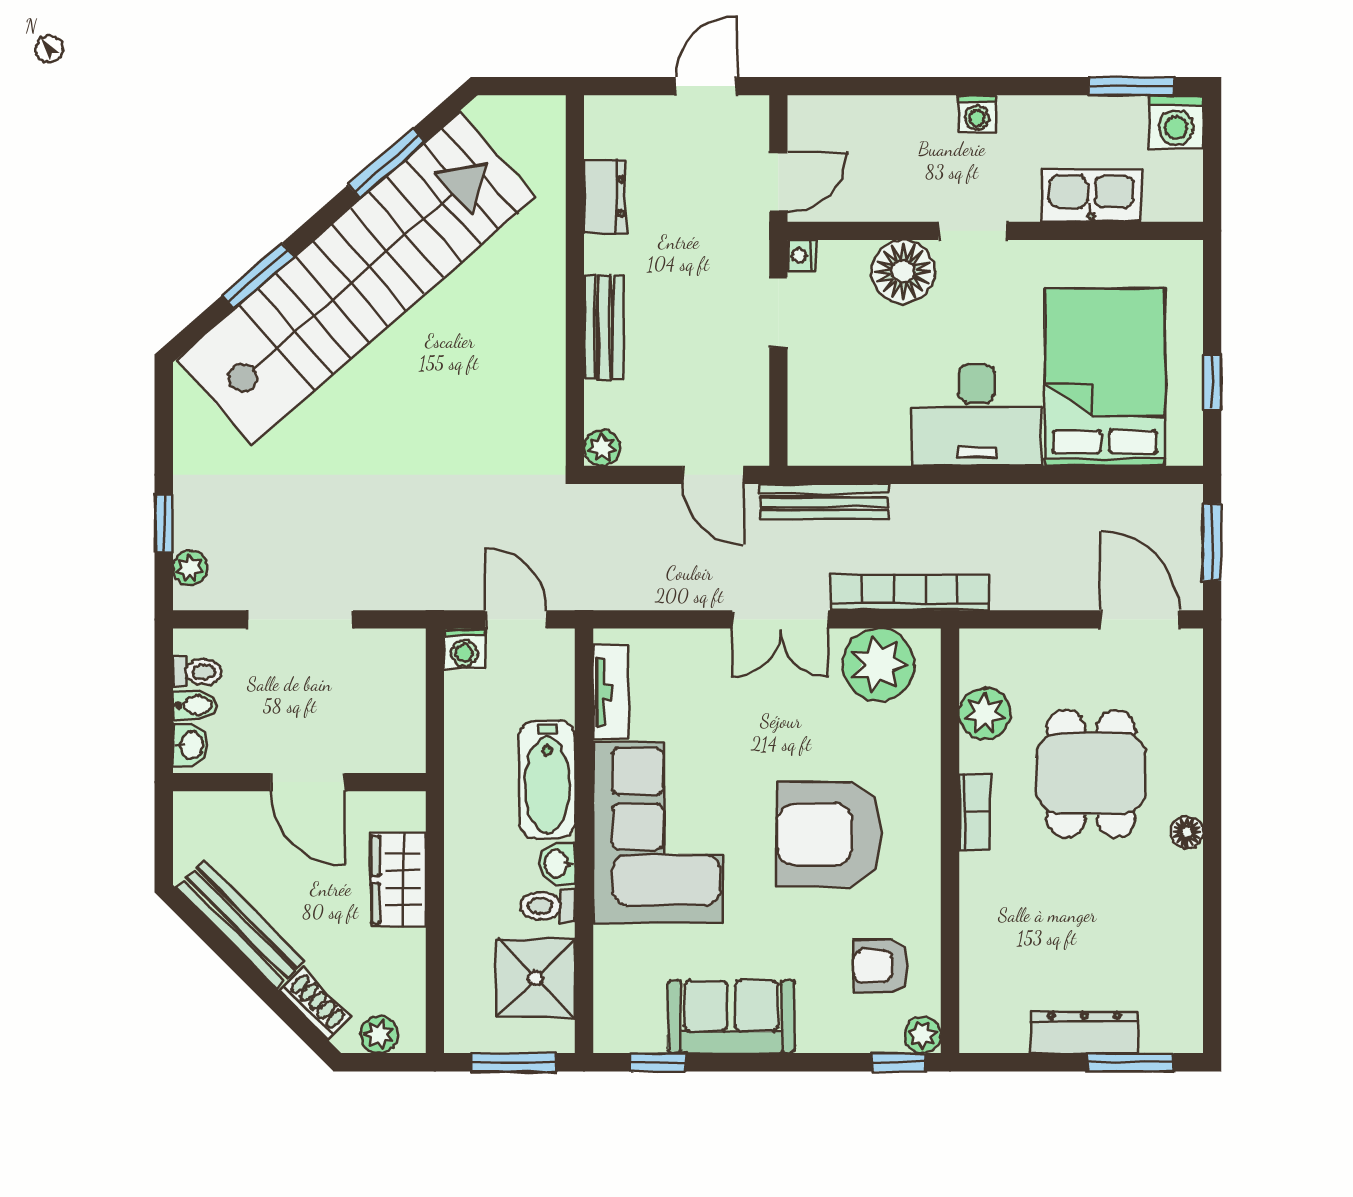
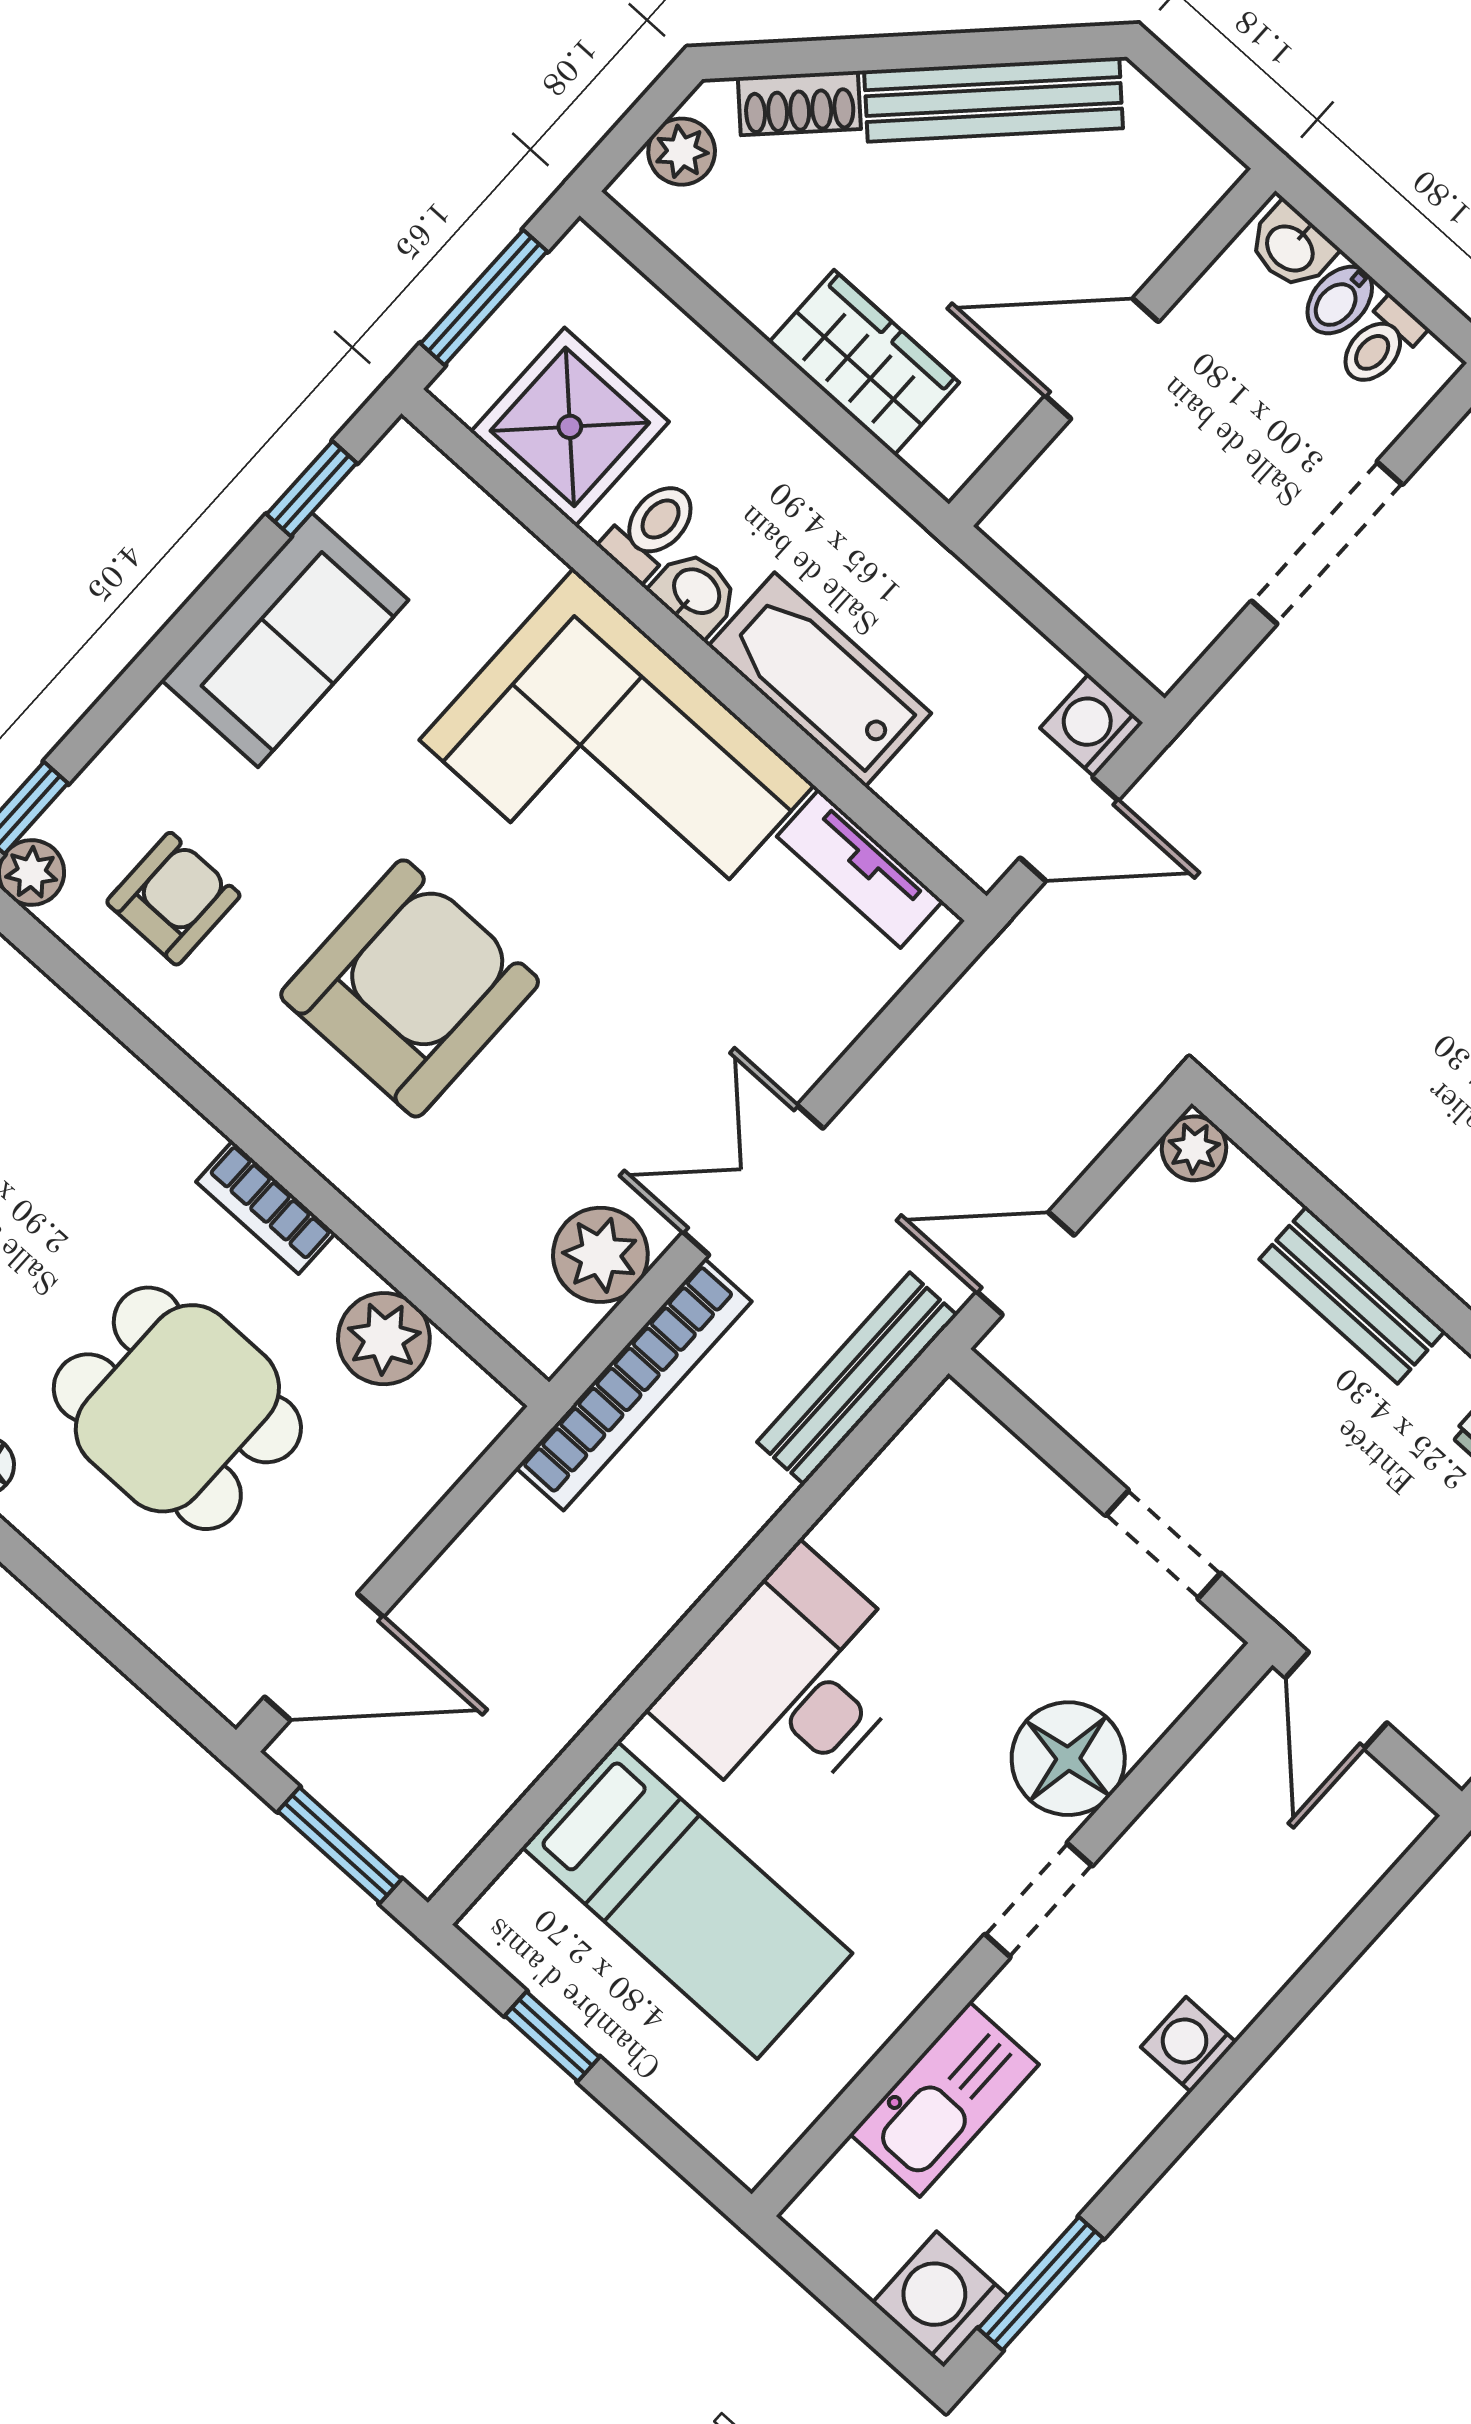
nightstand: (802, 255) -> (1211, 1644), removed
bed: (1105, 377) -> (687, 1900), width x0.67
plant: (878, 665) -> (600, 1255), width x0.73, depth x0.73

